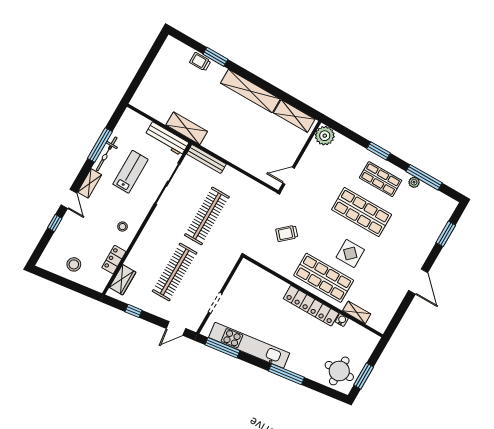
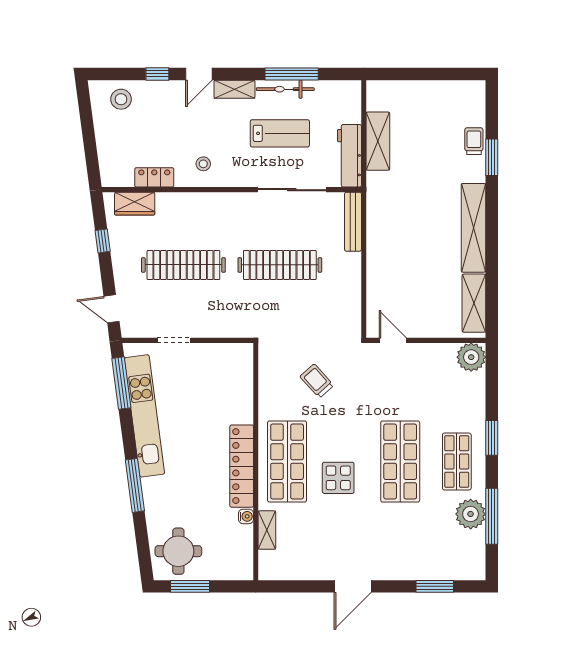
shelving: (187, 128) -> (378, 141), moved
plant: (414, 182) -> (471, 514), width x1.88, depth x1.88
stool: (74, 264) -> (121, 99), moved

